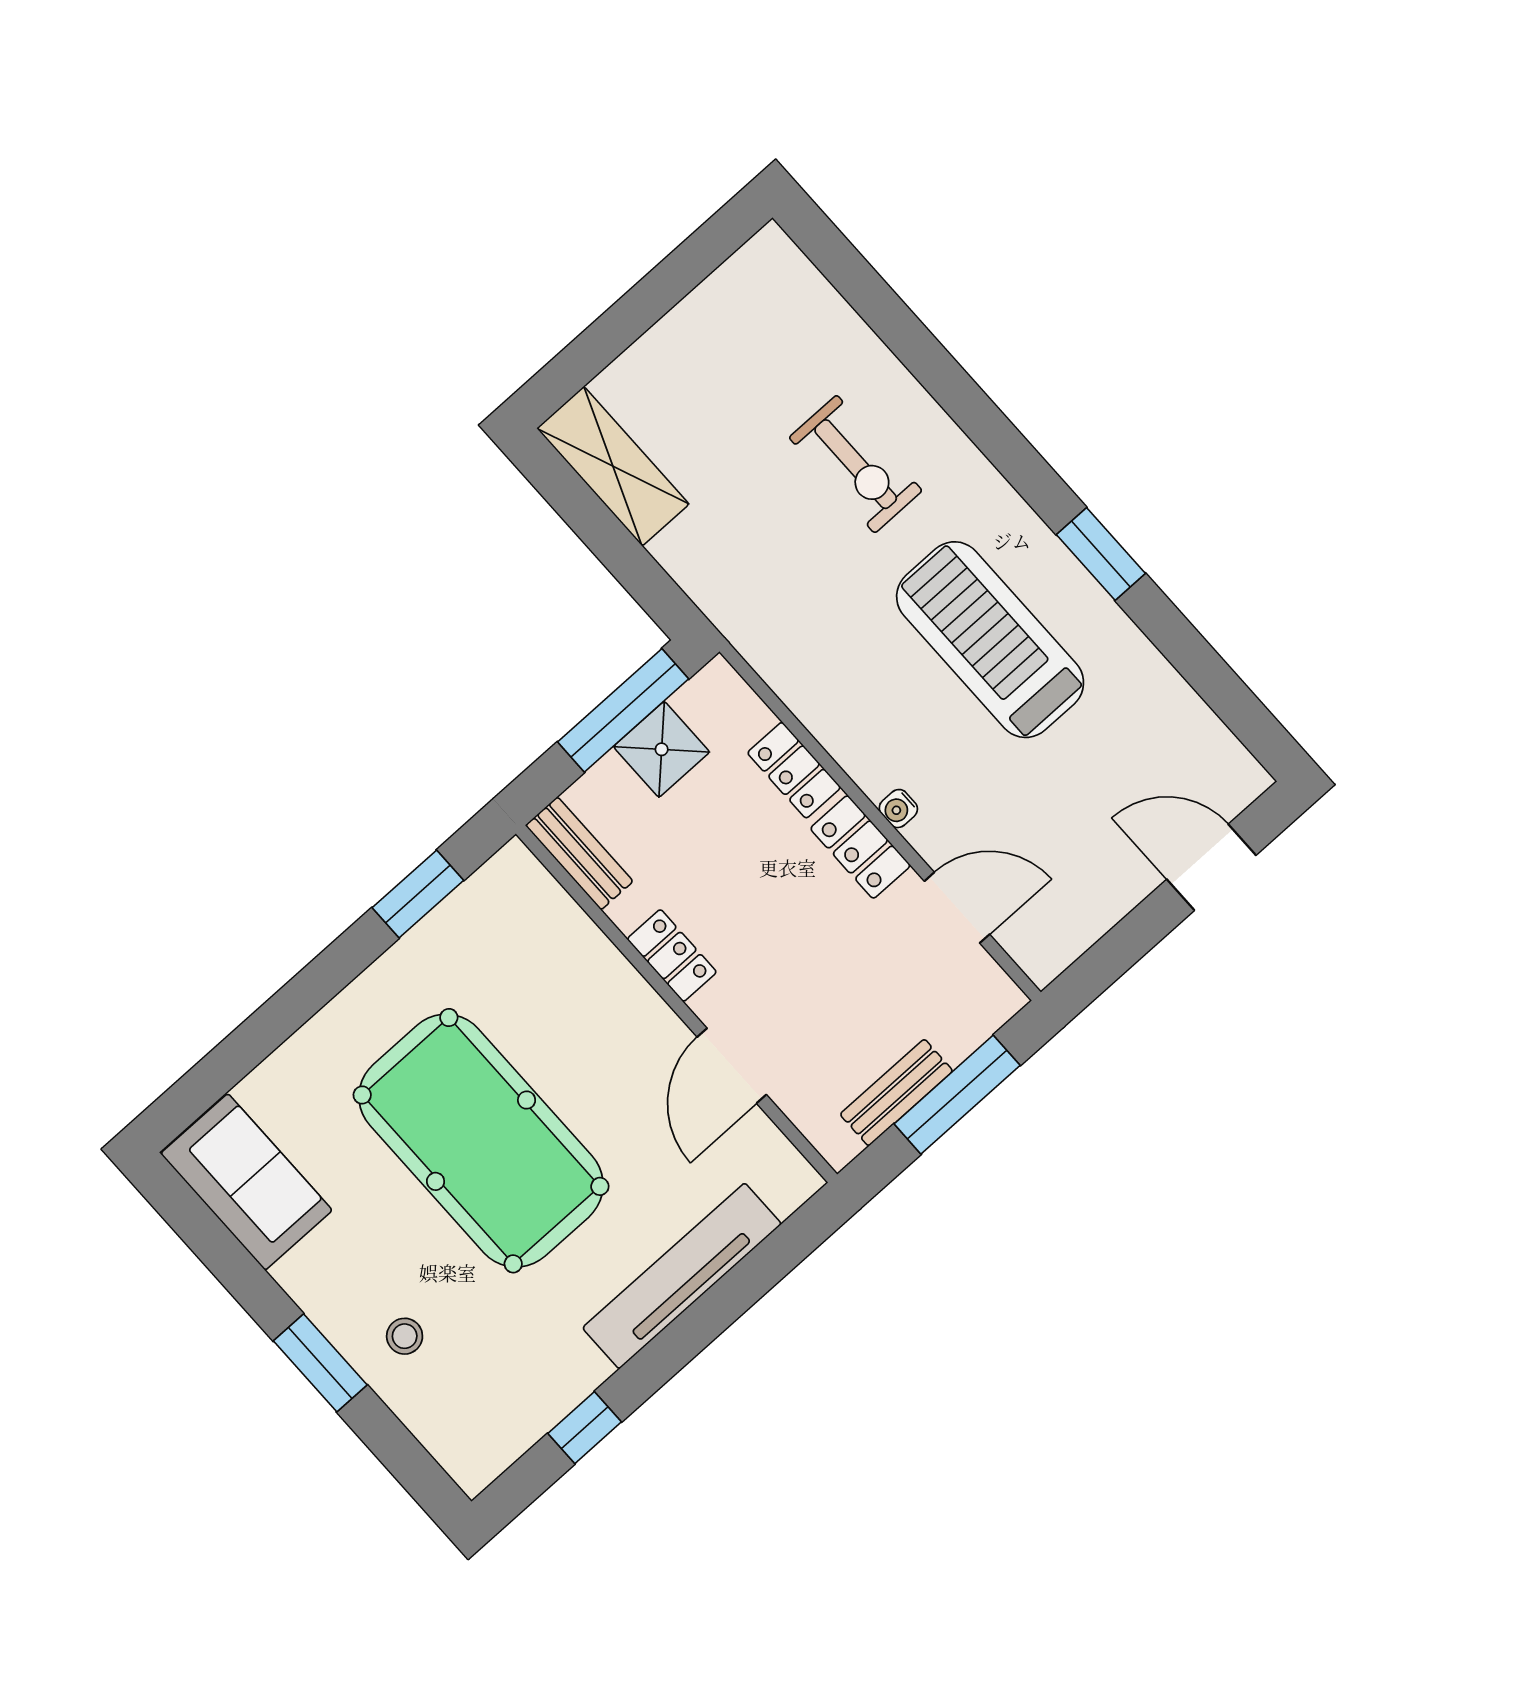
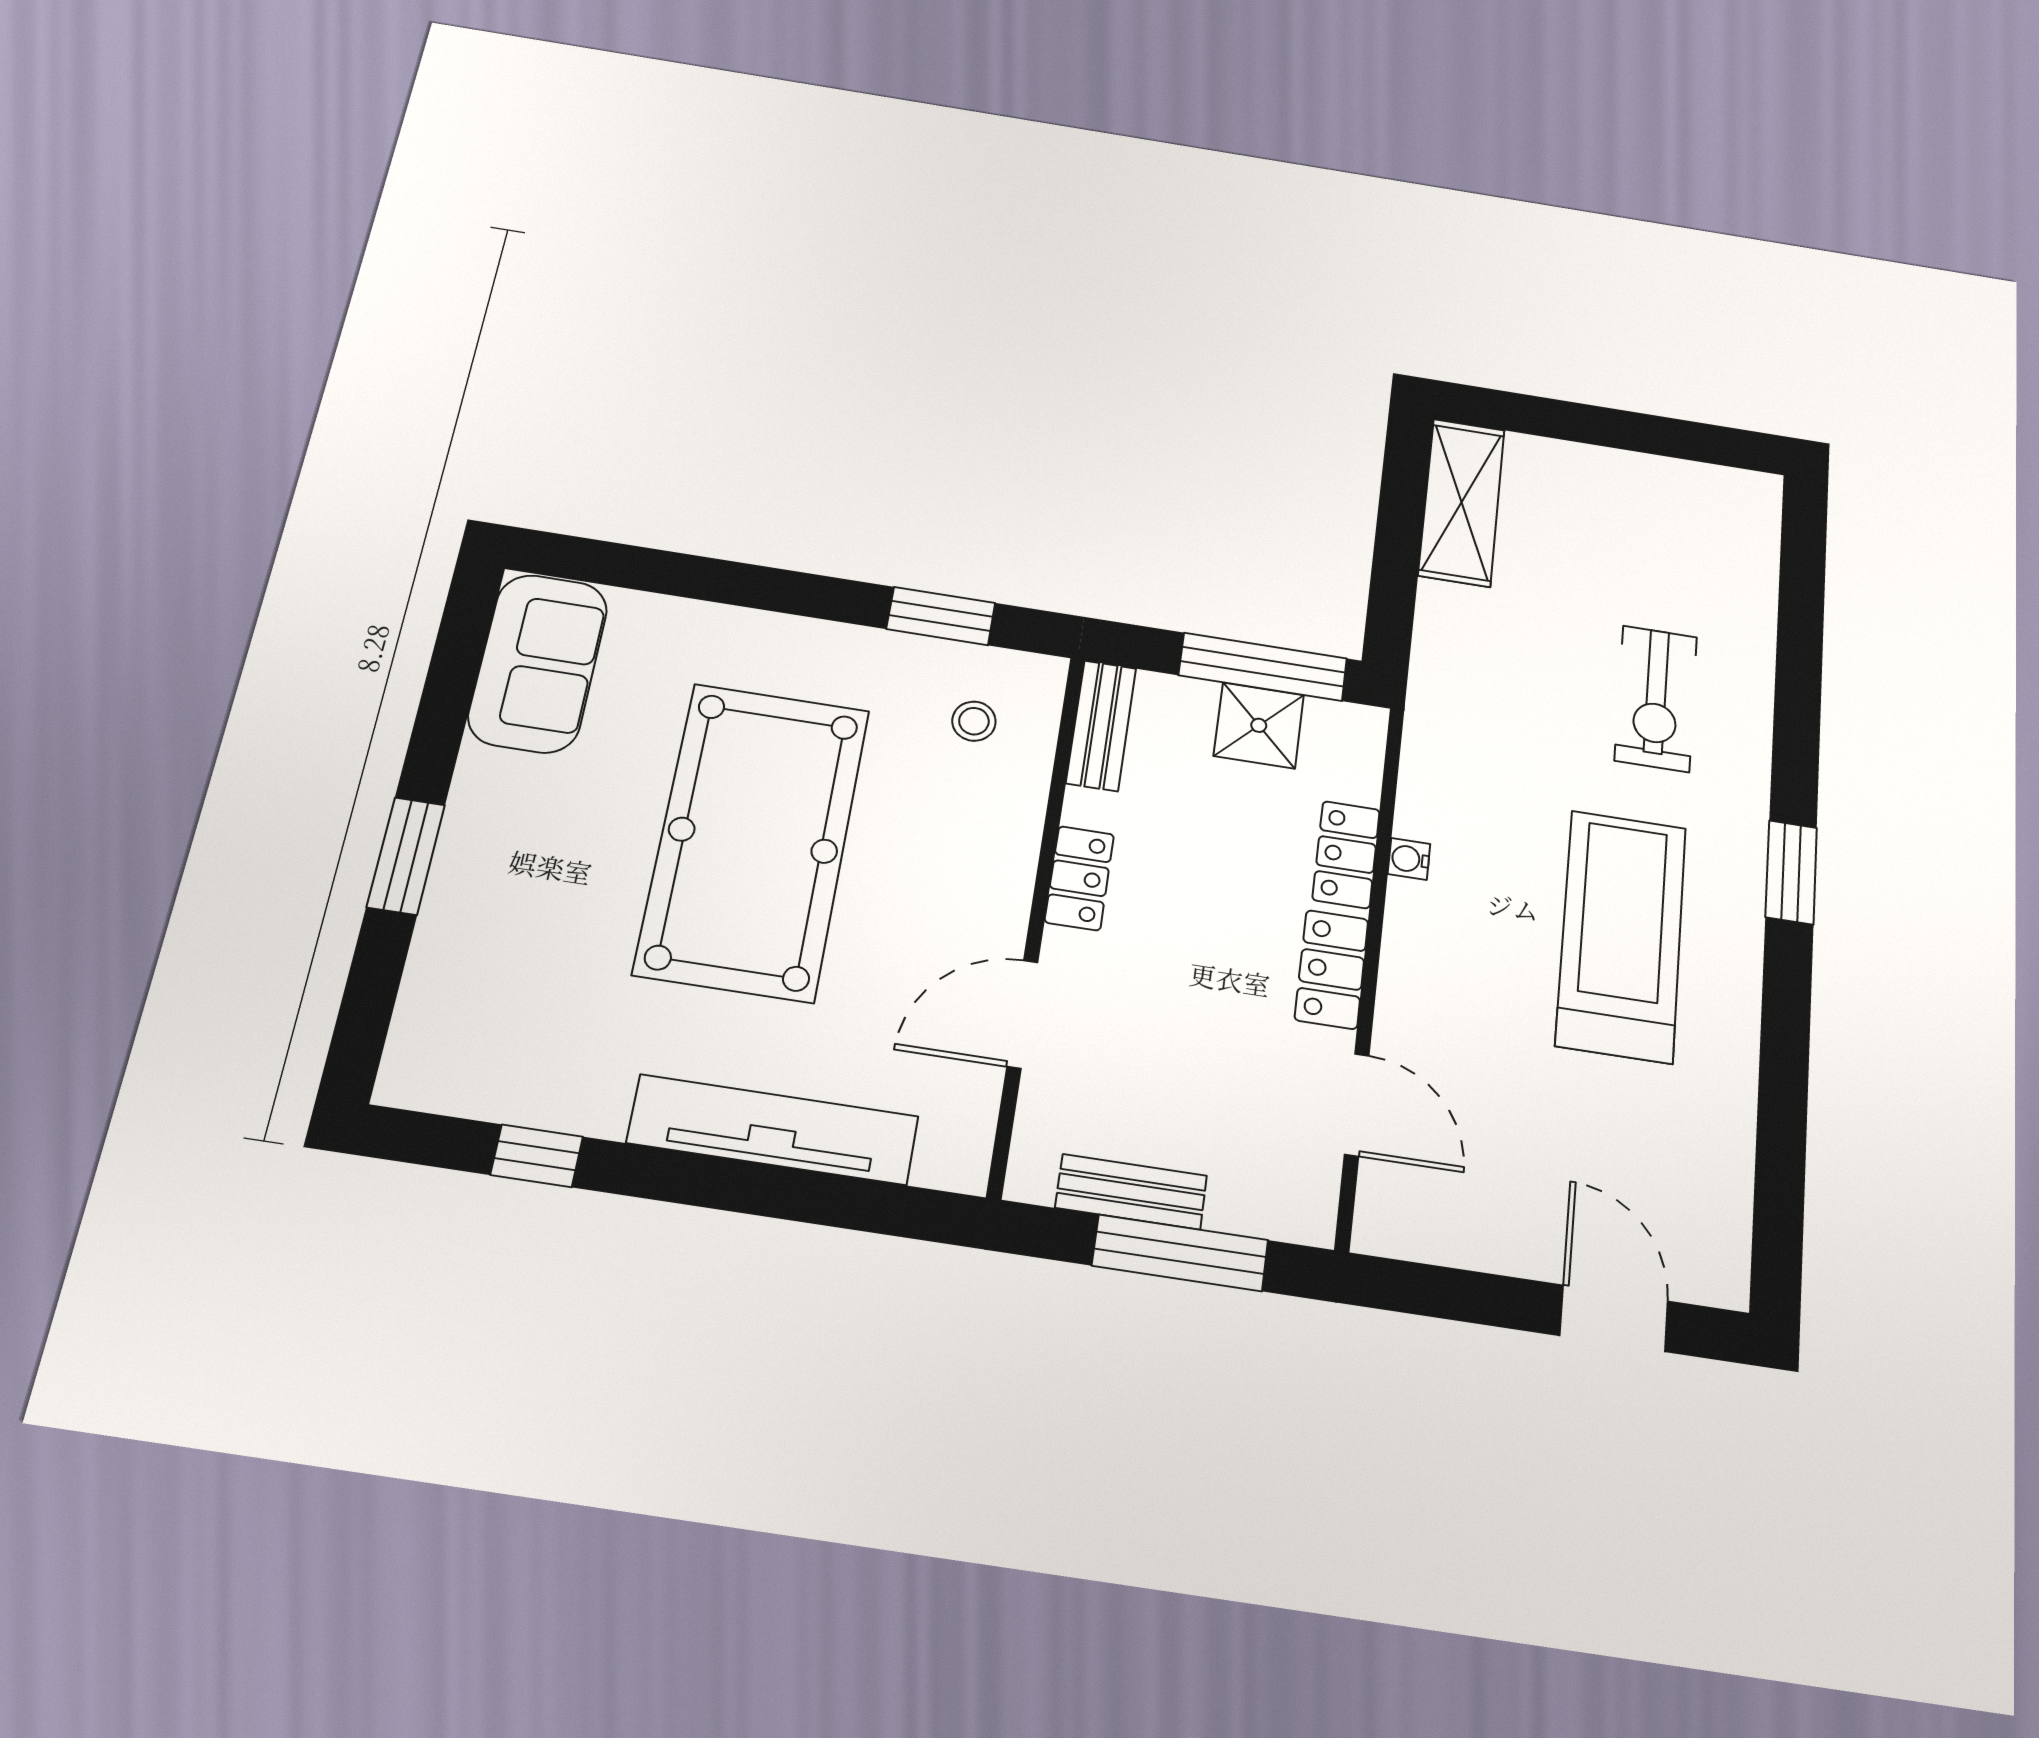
window: (1101, 554) -> (1791, 872), moved
water cooler: (898, 809) -> (1409, 859), moved
stool: (405, 1336) -> (974, 721), moved

